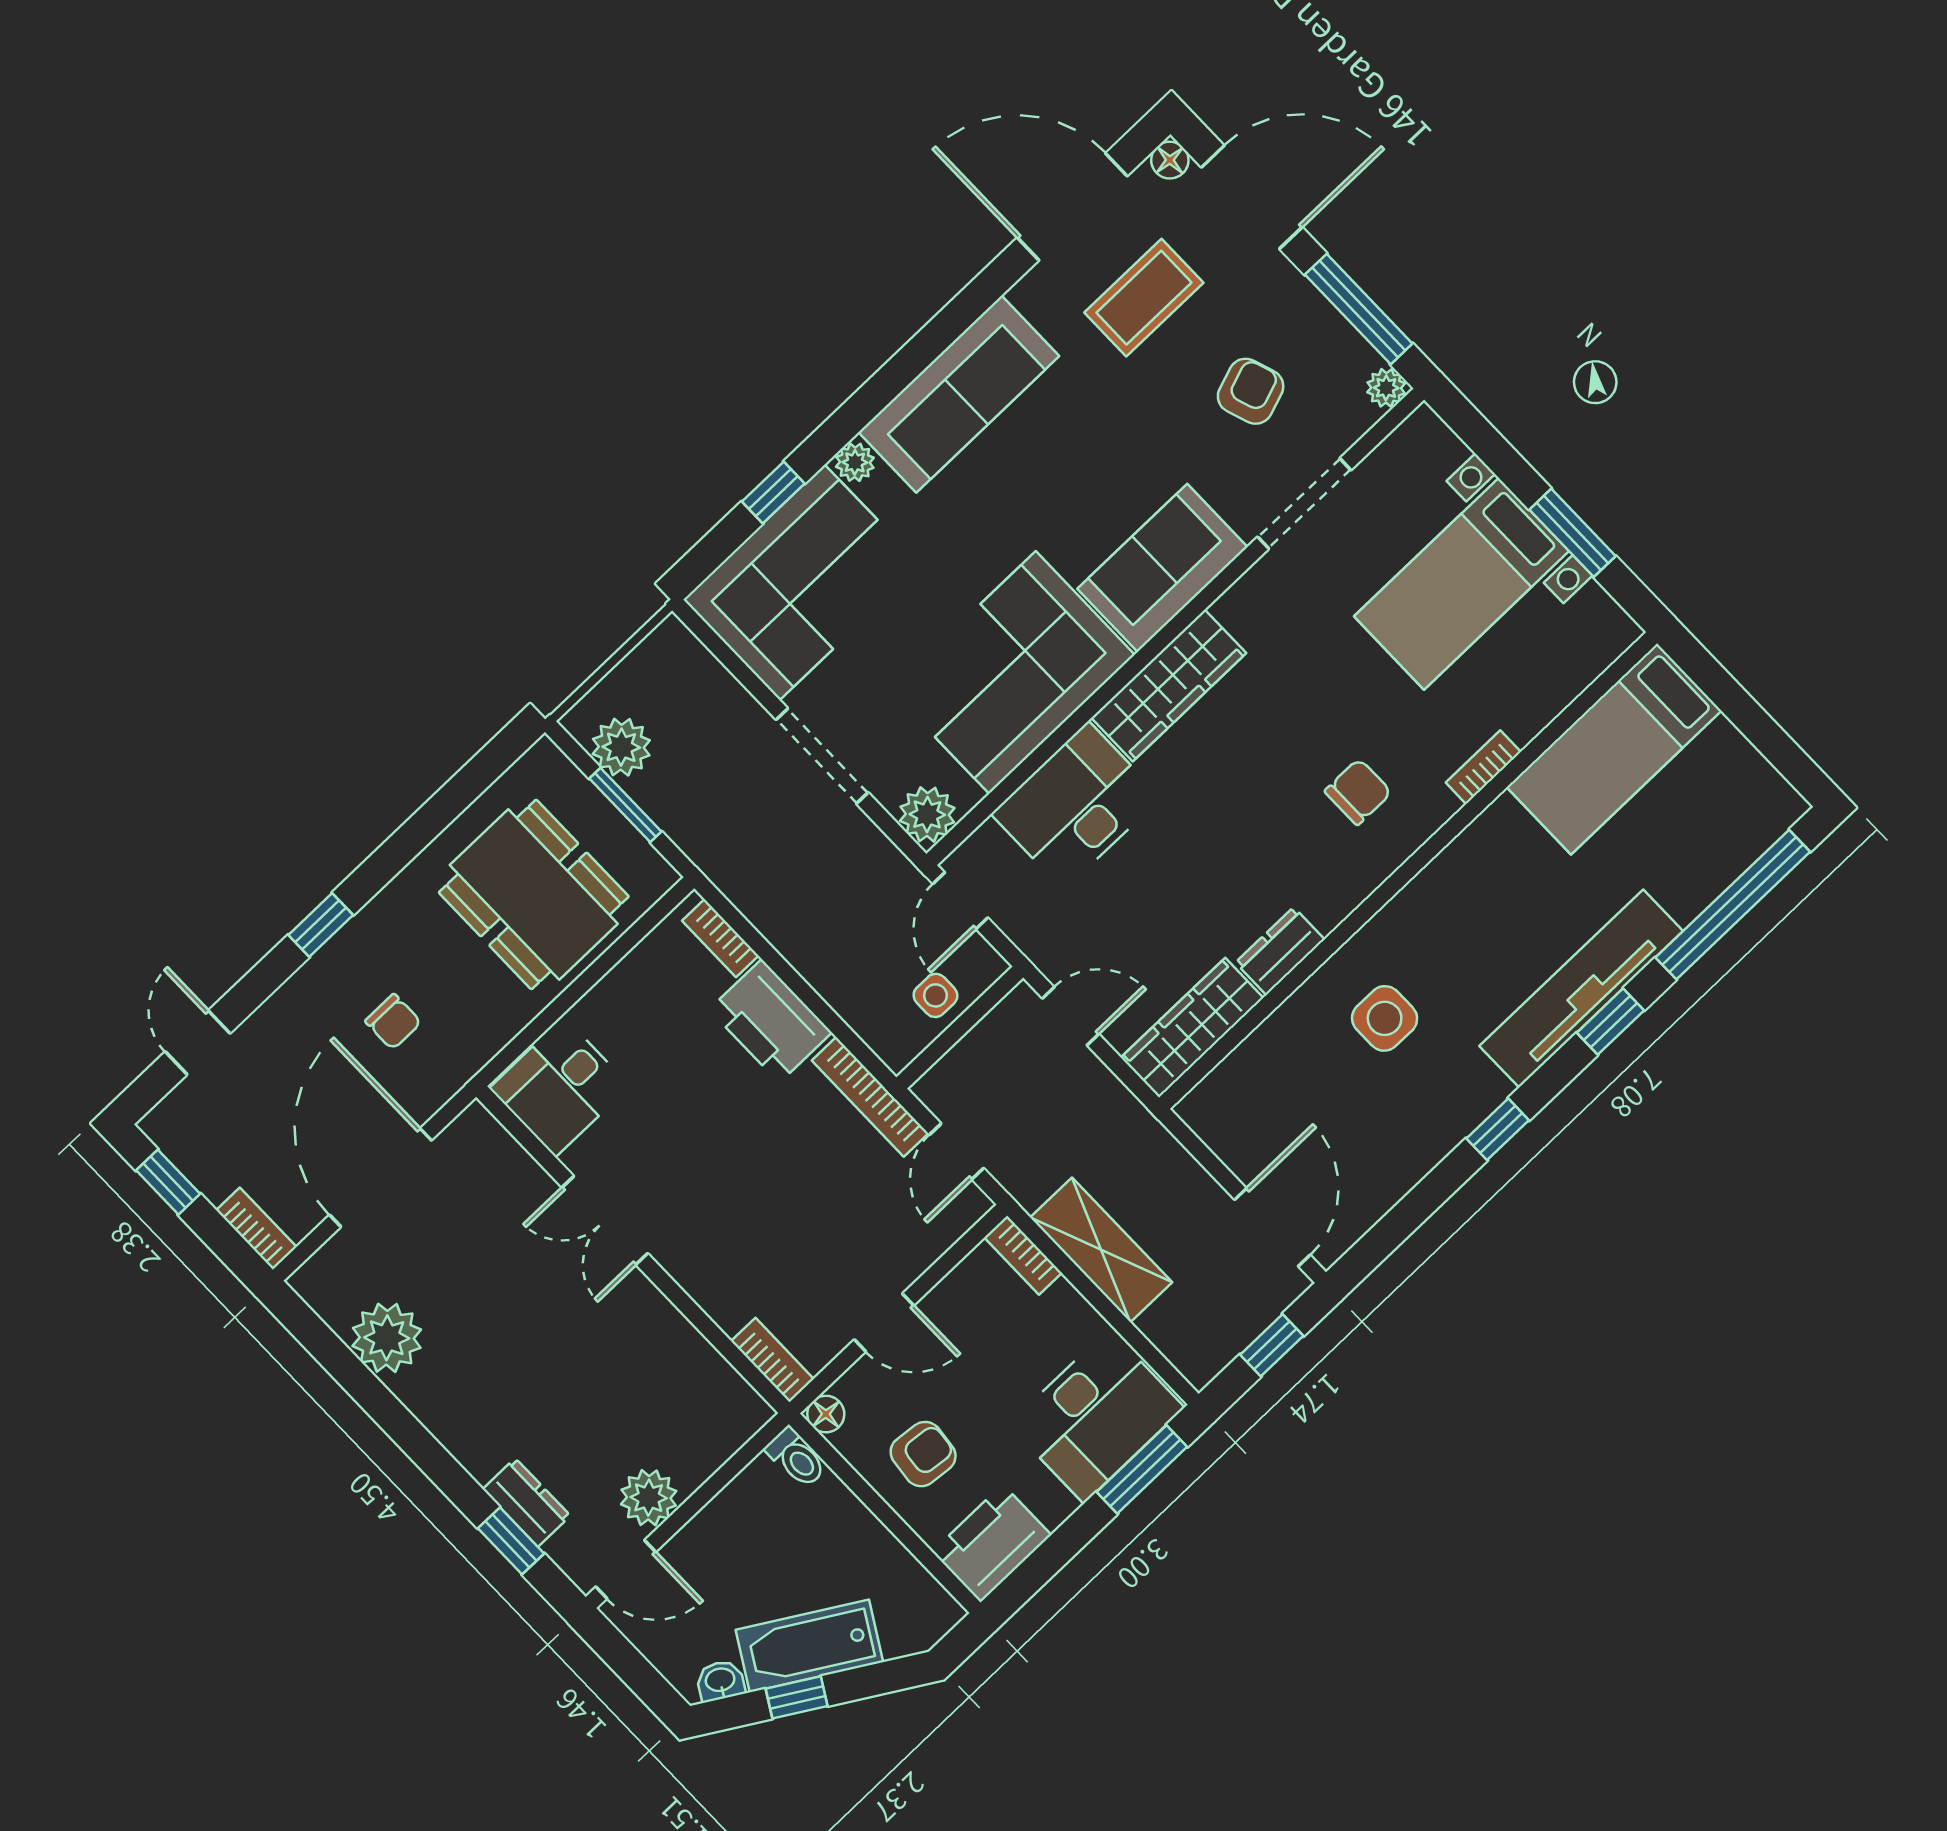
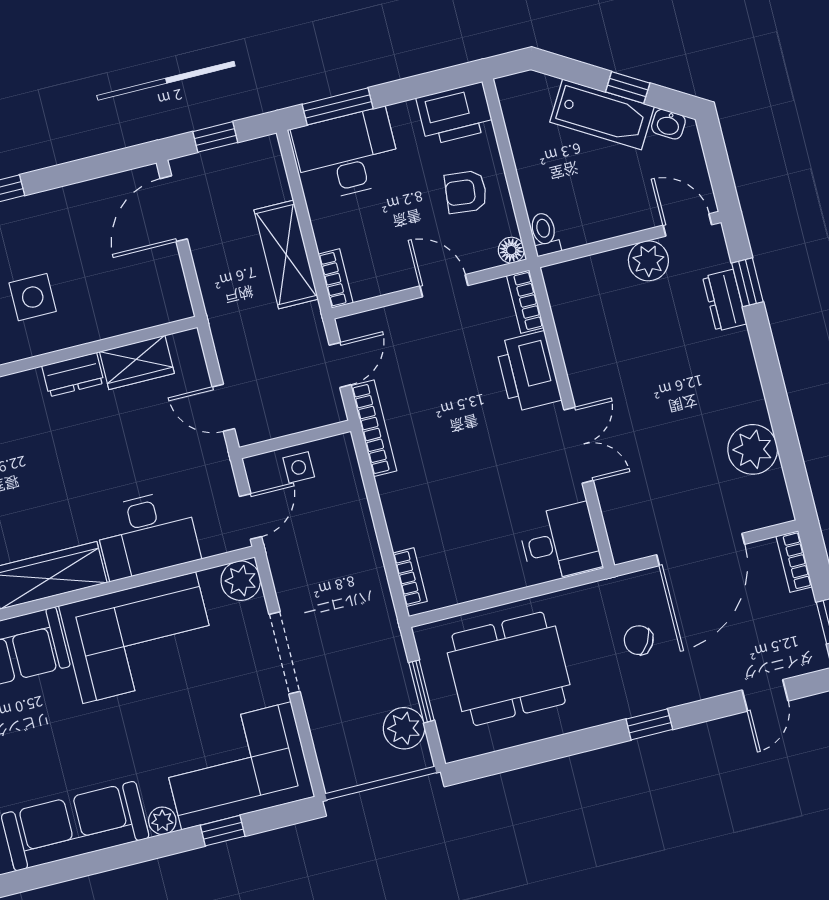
dining table: (534, 894) -> (509, 669), turned 90
printer: (771, 1021) -> (528, 371), moved, turned 180
chair: (393, 1022) -> (639, 640), turned -59
wardrobe: (1192, 1028) -> (137, 362), width x0.67

